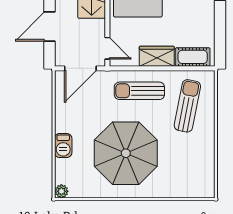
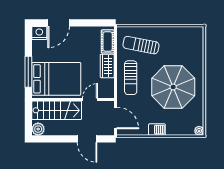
door: (107, 48) -> (90, 100), moved
barbecue: (63, 145) -> (157, 130), moved

